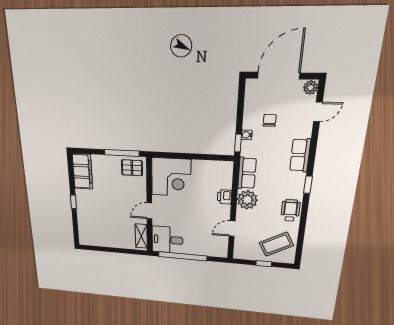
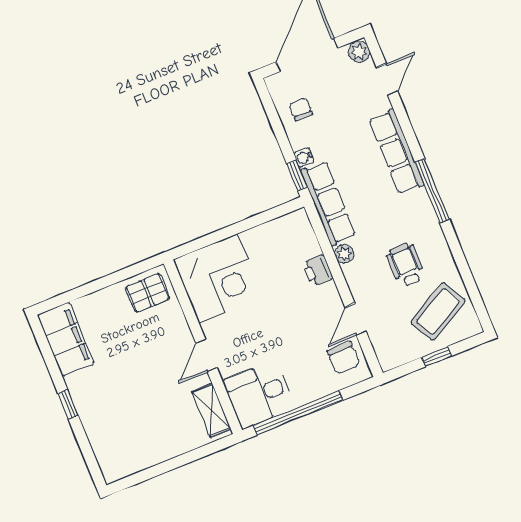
chair: (270, 120) -> (301, 109), moved
window: (122, 153) -> (121, 275), removed
row of seats: (300, 155) -> (396, 152), width x1.48
row of seats: (247, 173) -> (328, 203), width x1.48
window: (308, 185) -> (432, 191), width x2.17
plant: (247, 200) -> (344, 254), width x0.53, depth x0.53
wheelchair: (290, 210) -> (406, 265), moved
chair: (217, 243) -> (343, 358), added

